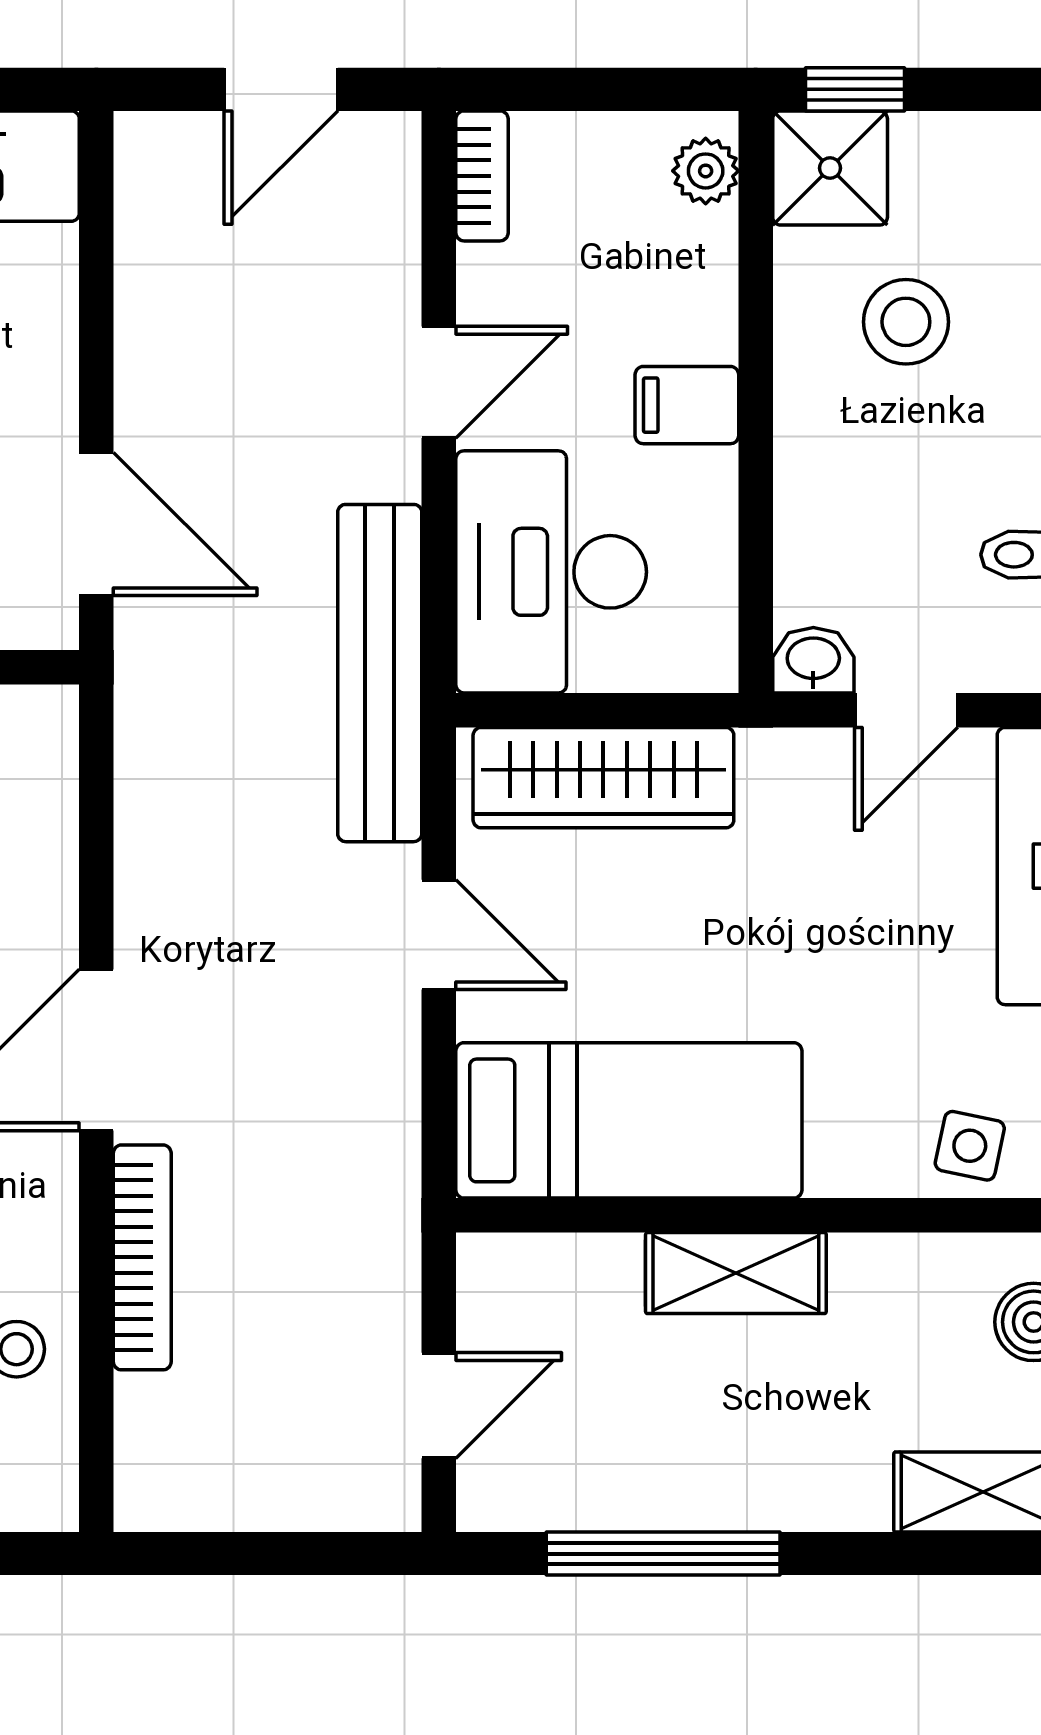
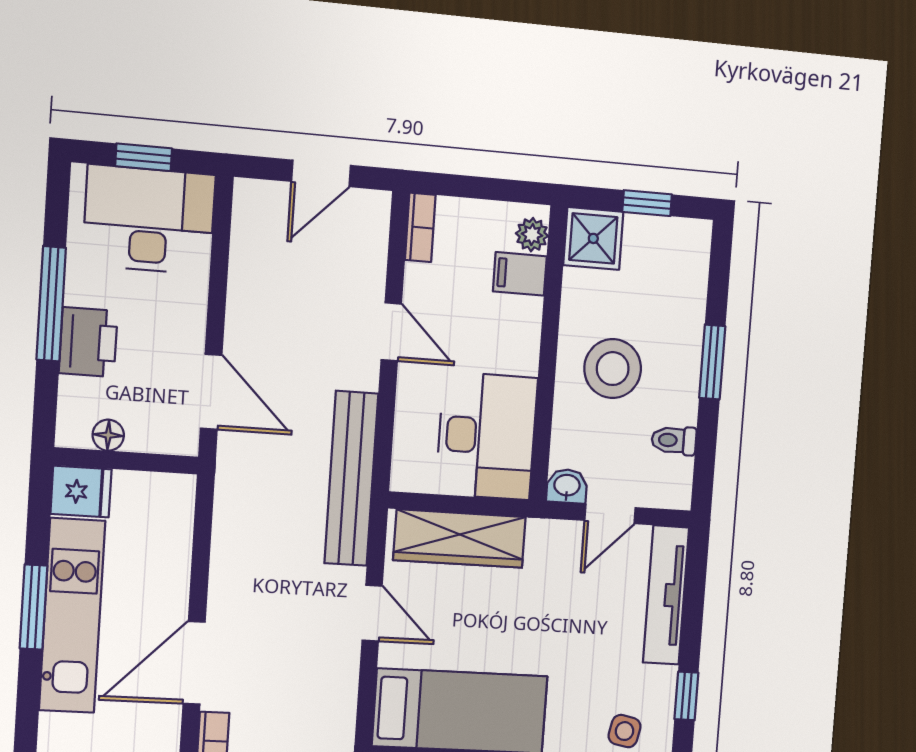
window: (855, 89) -> (647, 203), moved
stool: (906, 322) -> (613, 369), moved, width x1.38, depth x1.38
door: (439, 382) -> (391, 332), hinge flipped
filing cabinet: (687, 405) -> (520, 274), moved
desk: (551, 572) -> (487, 436), moved, turned 180

